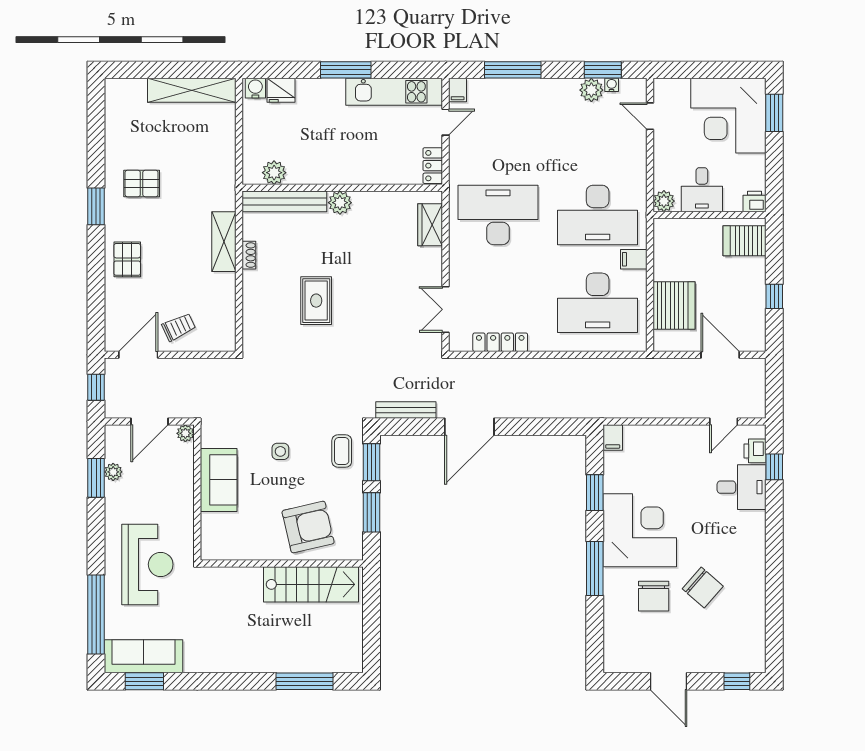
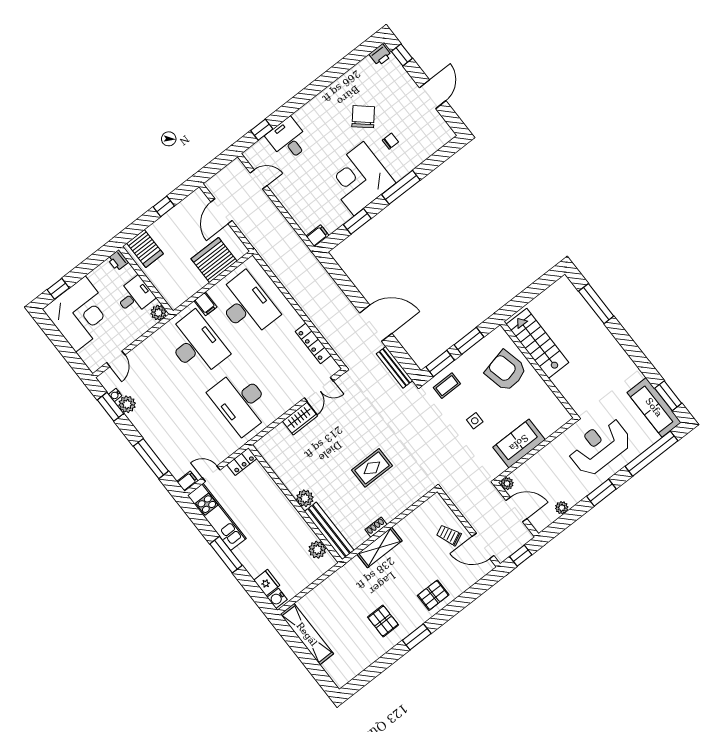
window: (774, 113) -> (58, 289), width x0.67
wardrobe: (430, 225) -> (300, 419), moved
printer: (755, 451) -> (380, 55), moved
window: (96, 478) -> (601, 493), moved
chair: (654, 596) -> (390, 141), width x0.54, depth x0.54

